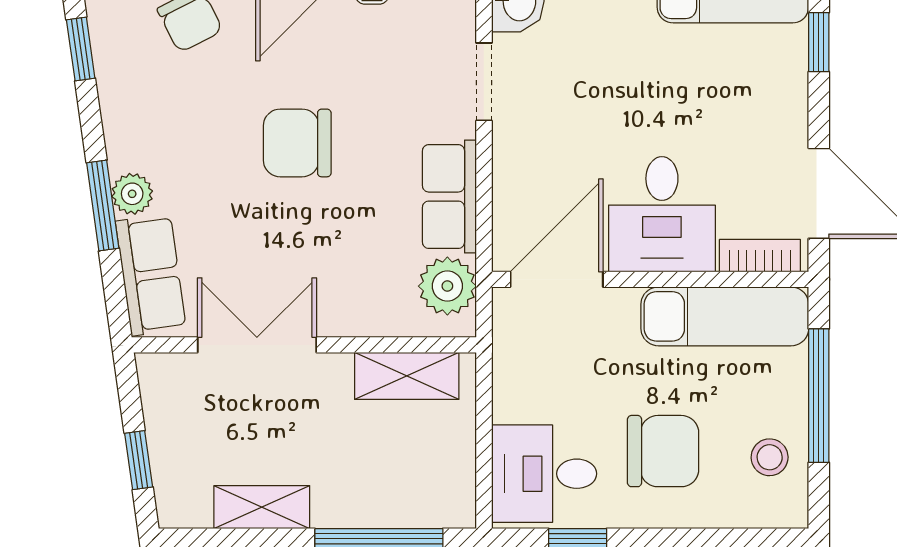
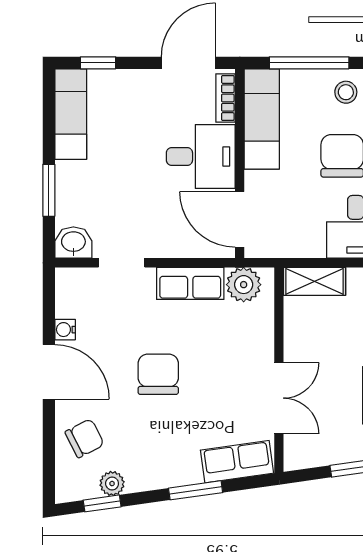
chair: (297, 143) -> (158, 374), turned 180
plant: (132, 194) -> (112, 484), moved
double door: (257, 345) -> (279, 398), swing flipped
shelving: (407, 376) -> (314, 281), moved, turned 90

